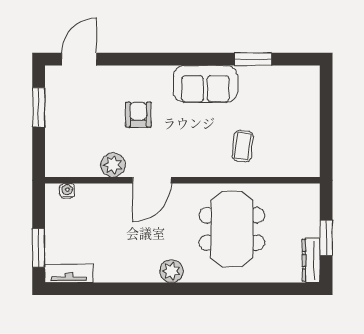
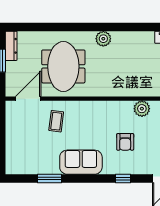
window: (141, 59) -> (123, 178), added
door: (152, 180) -> (28, 99), moved

